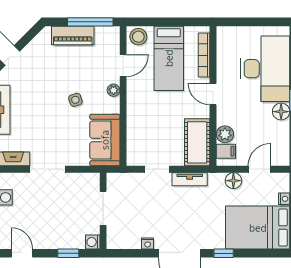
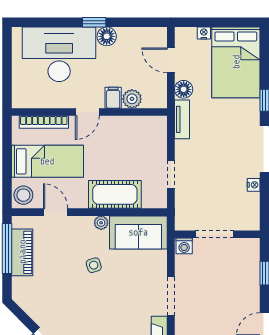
piano: (73, 35) -> (22, 252), moved
plant: (114, 90) -> (101, 223), moved
cot: (197, 142) -> (115, 194), moved
filing cabinet: (226, 151) -> (113, 98), moved
tv unit: (190, 179) -> (182, 119), moved
washing machine: (93, 242) -> (184, 246), moved

